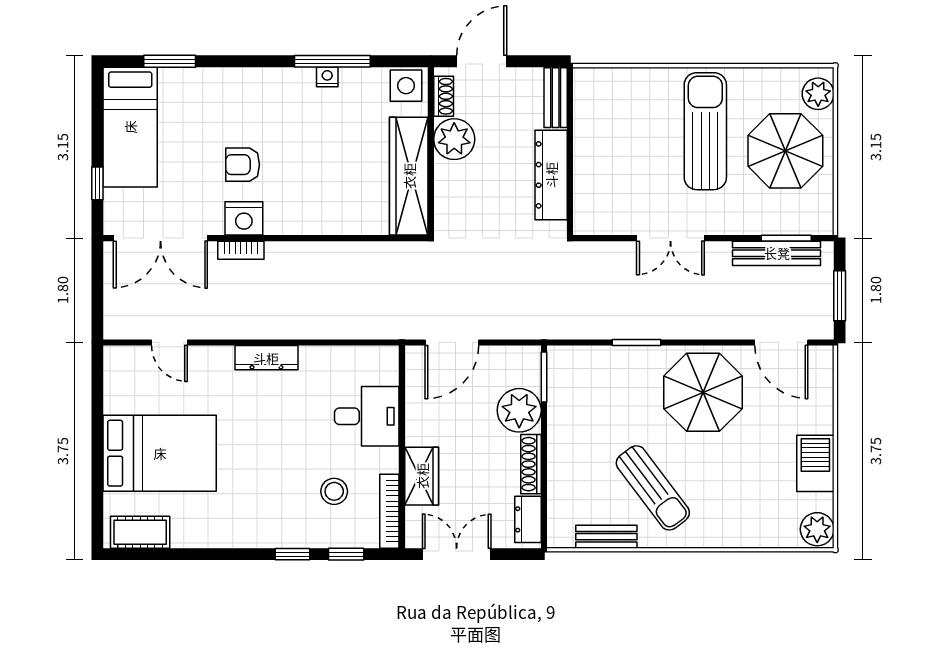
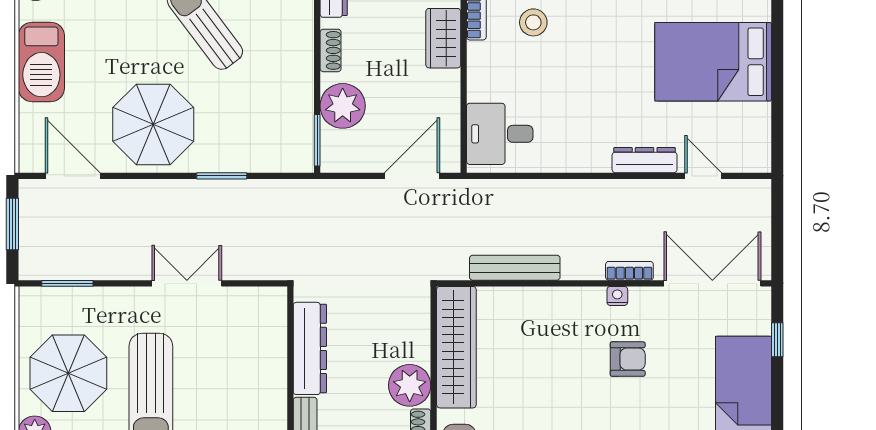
nightstand: (244, 218) -> (617, 296), width x0.53, depth x0.56
bench: (777, 253) -> (515, 268), moved
dresser: (266, 358) -> (645, 160), moved
desk: (367, 416) -> (500, 134), moved
barbecue: (815, 463) -> (41, 62), width x1.37, depth x1.21
shoe rack: (531, 464) -> (331, 50), width x0.70

